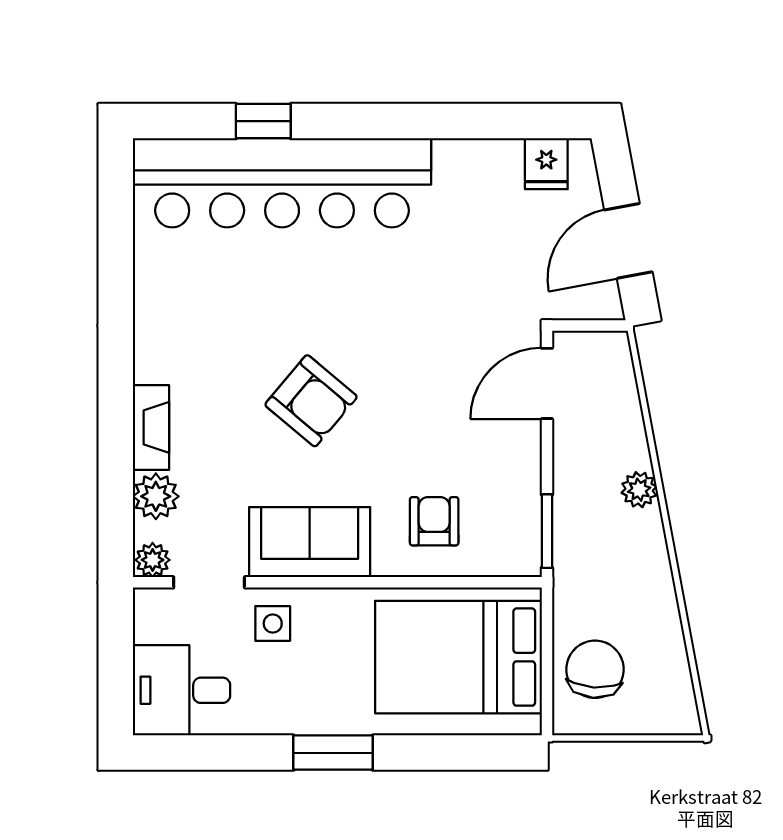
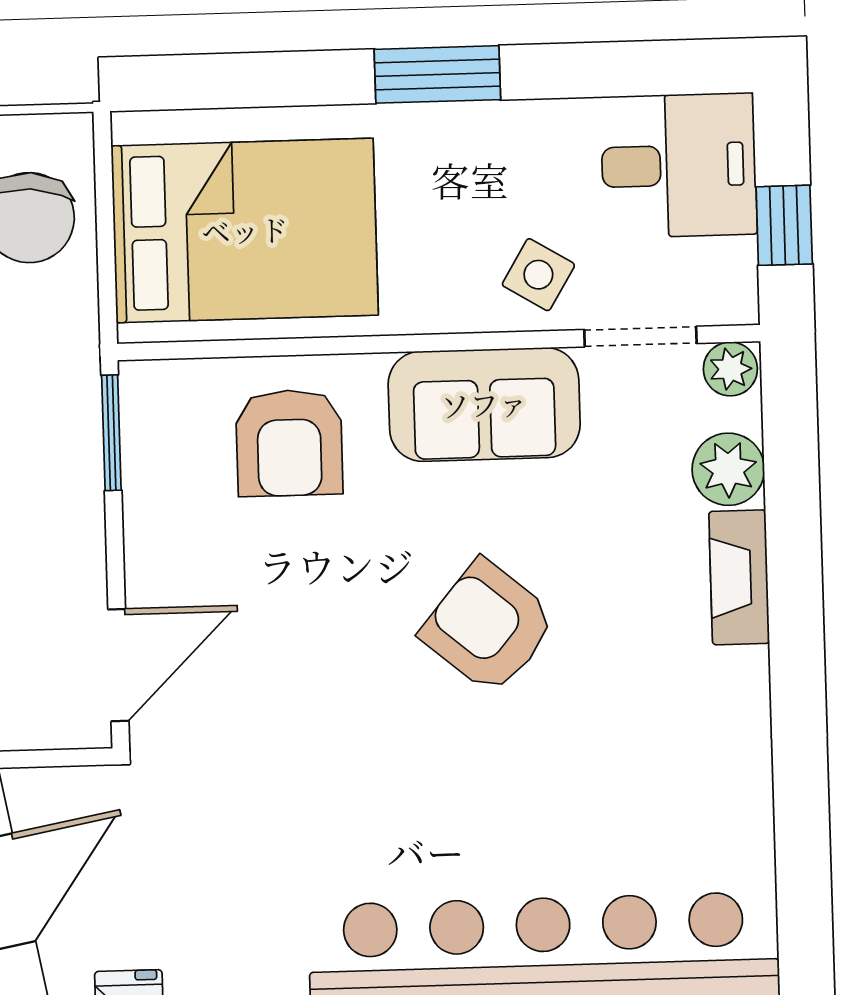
armchair: (434, 521) -> (289, 443), width x1.38, depth x1.38
side table: (273, 623) -> (538, 275), turned 31
window: (116, 650) -> (784, 225), added

